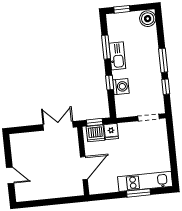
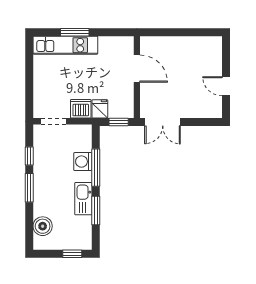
boiler: (148, 19) -> (43, 226), moved
window: (110, 83) -> (96, 168), width x2.17
dishwasher: (95, 133) -> (81, 109), moved
door: (84, 168) -> (137, 69), swing flipped
door: (10, 175) -> (226, 86), moved

